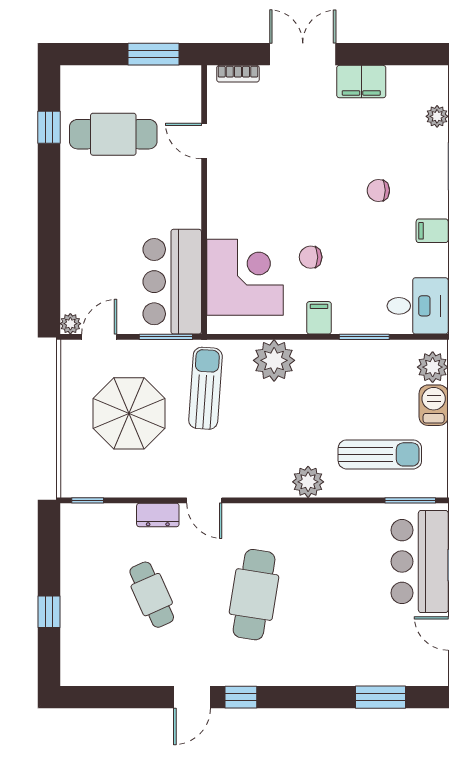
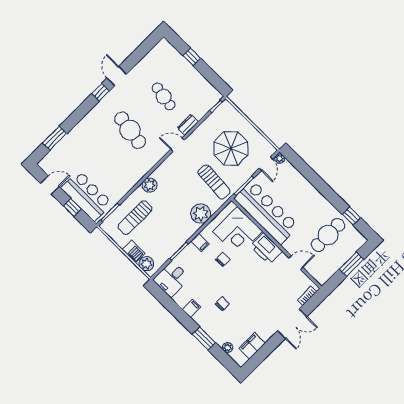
window: (154, 54) -> (351, 264), moved
filing cabinet: (361, 82) -> (252, 346), moved
printer: (228, 208) -> (266, 249), added
bar counter: (172, 282) -> (266, 212), width x1.36
cafe table: (152, 595) -> (164, 96), turned 33

